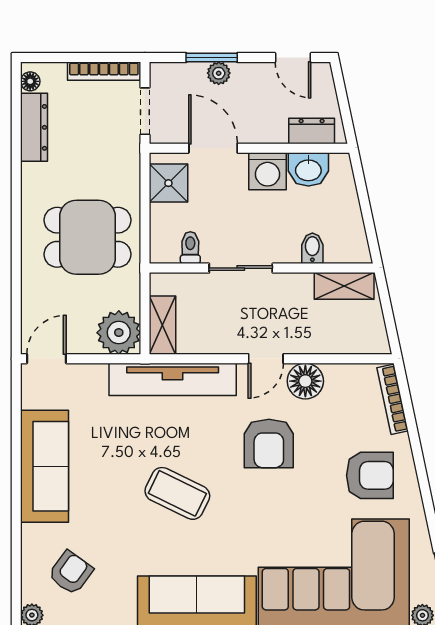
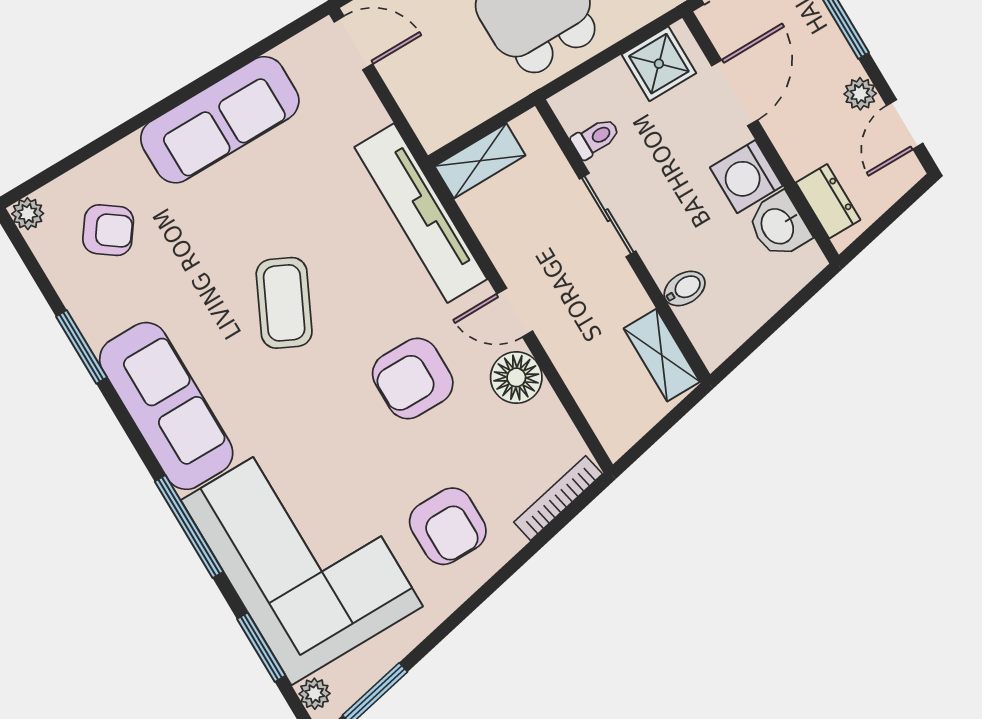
plant: (219, 73) -> (860, 94), moved
plant: (119, 333) -> (439, 113), removed

